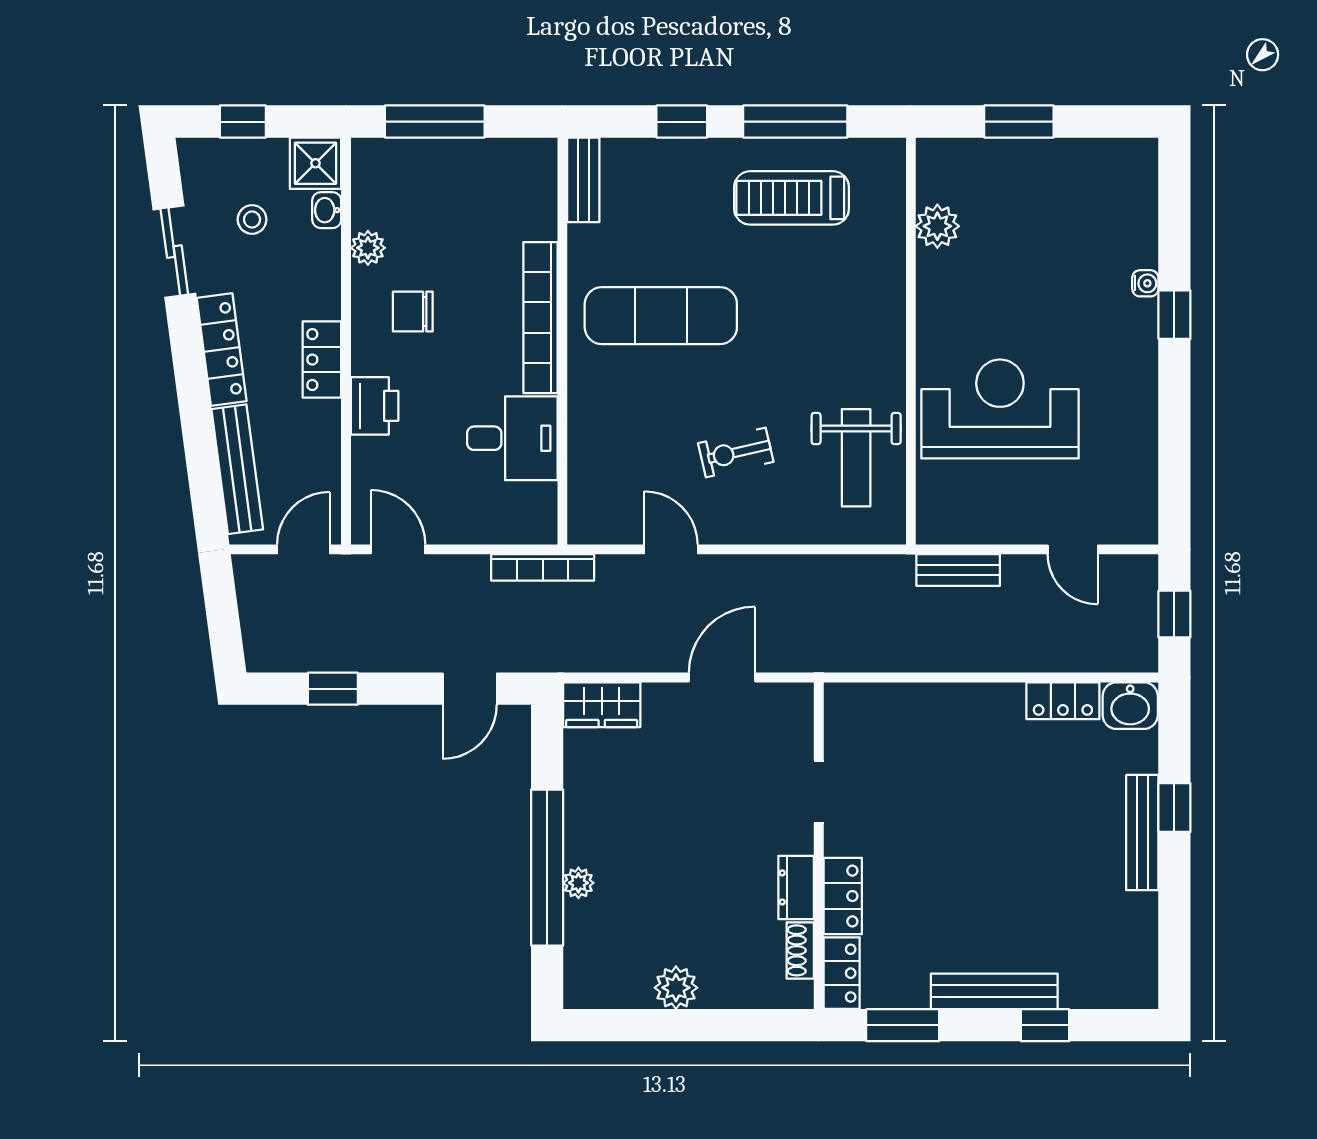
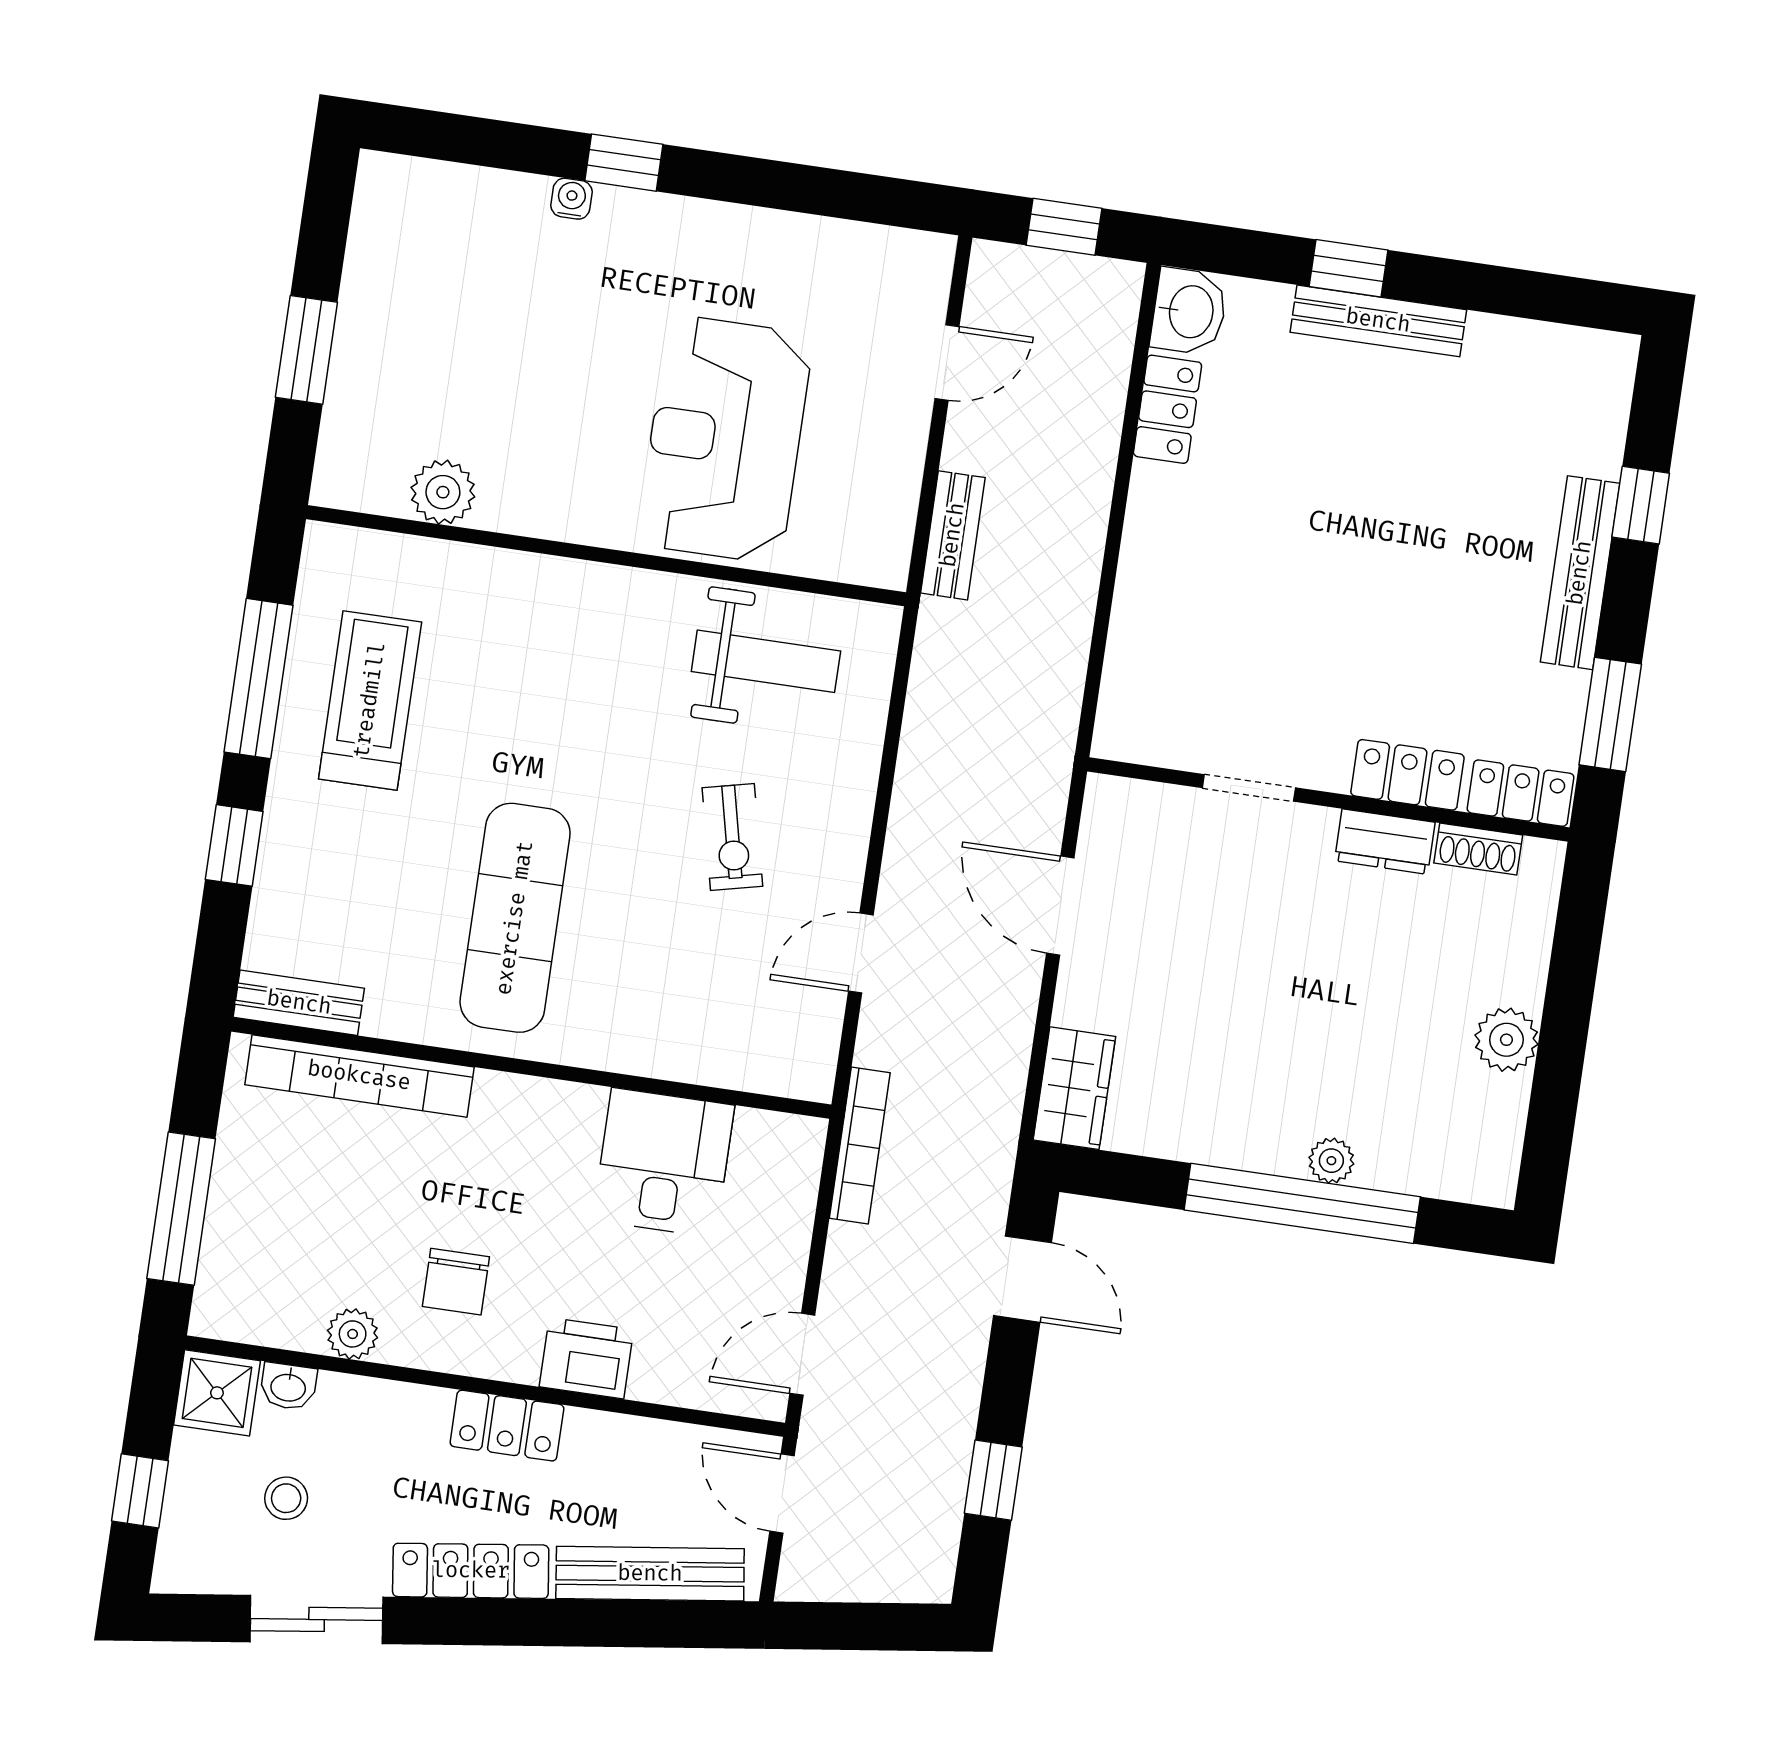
treadmill: (792, 198) -> (370, 700), turned 180
bookcase: (540, 318) -> (359, 1076), moved

